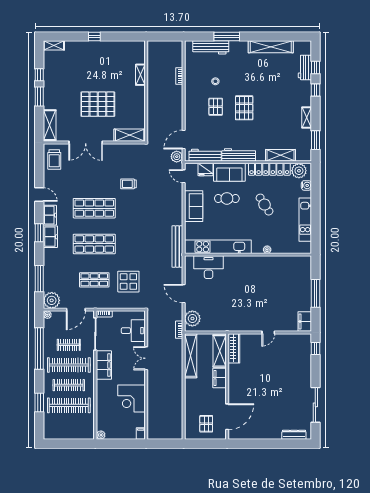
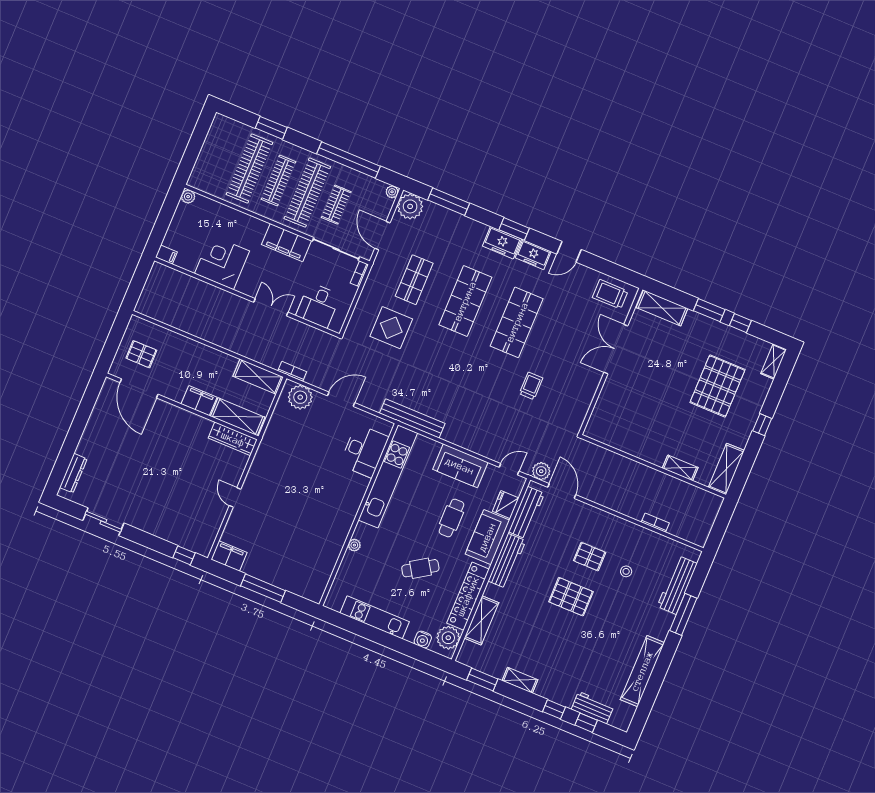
pallet: (98, 104) -> (718, 386), moved
shelving: (130, 135) -> (726, 469), moved
shelving: (191, 356) -> (258, 377), width x0.68
sliding door: (315, 405) -> (103, 522), width x0.73

